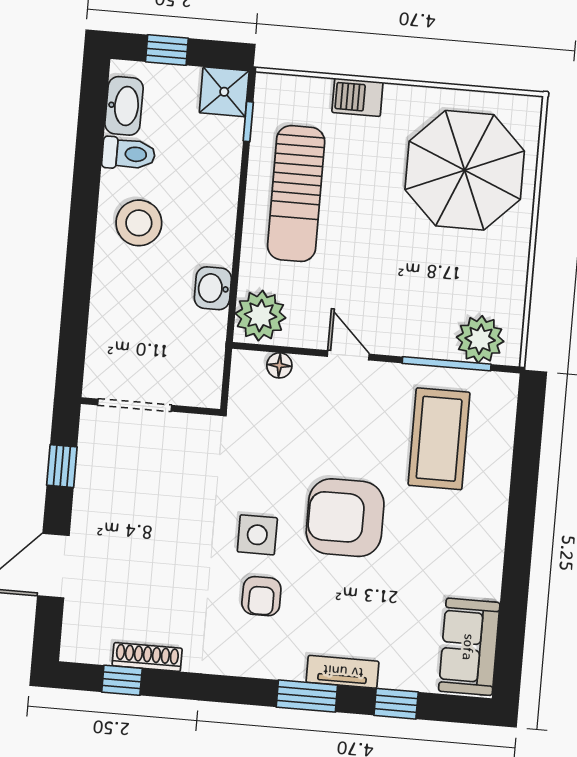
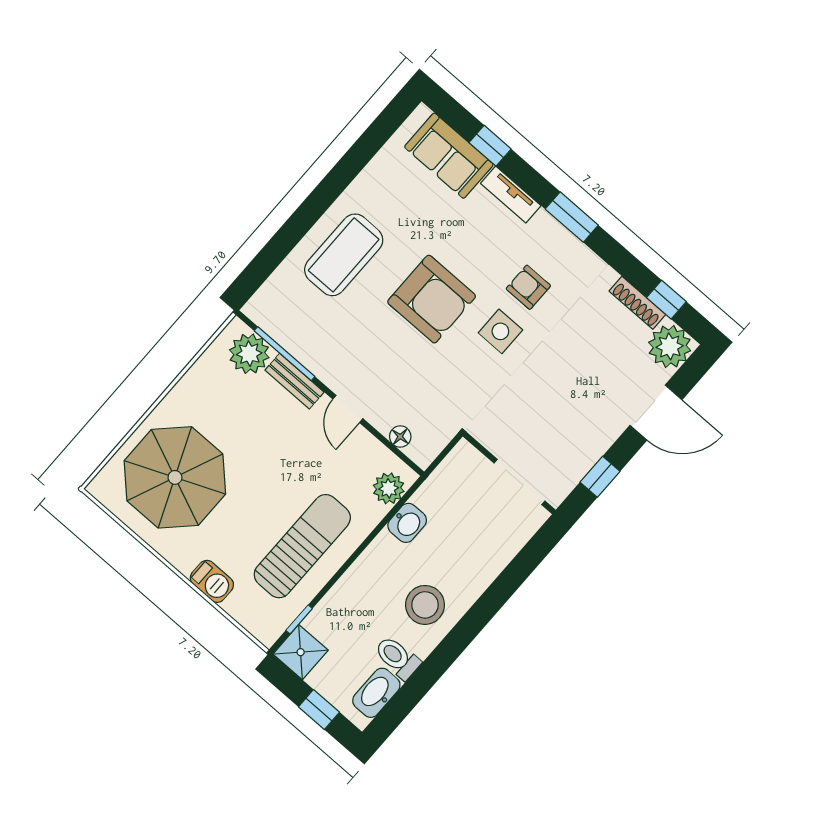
plant: (260, 316) -> (389, 488), width x0.73, depth x0.73
bench: (418, 345) -> (294, 381), added
coffee table: (439, 439) -> (344, 255), moved
armchair: (261, 596) -> (528, 287), turned -90
plant: (86, 638) -> (670, 346), added
sofa: (469, 647) -> (449, 156), moved, turned 90
window: (307, 696) -> (572, 217), moved

